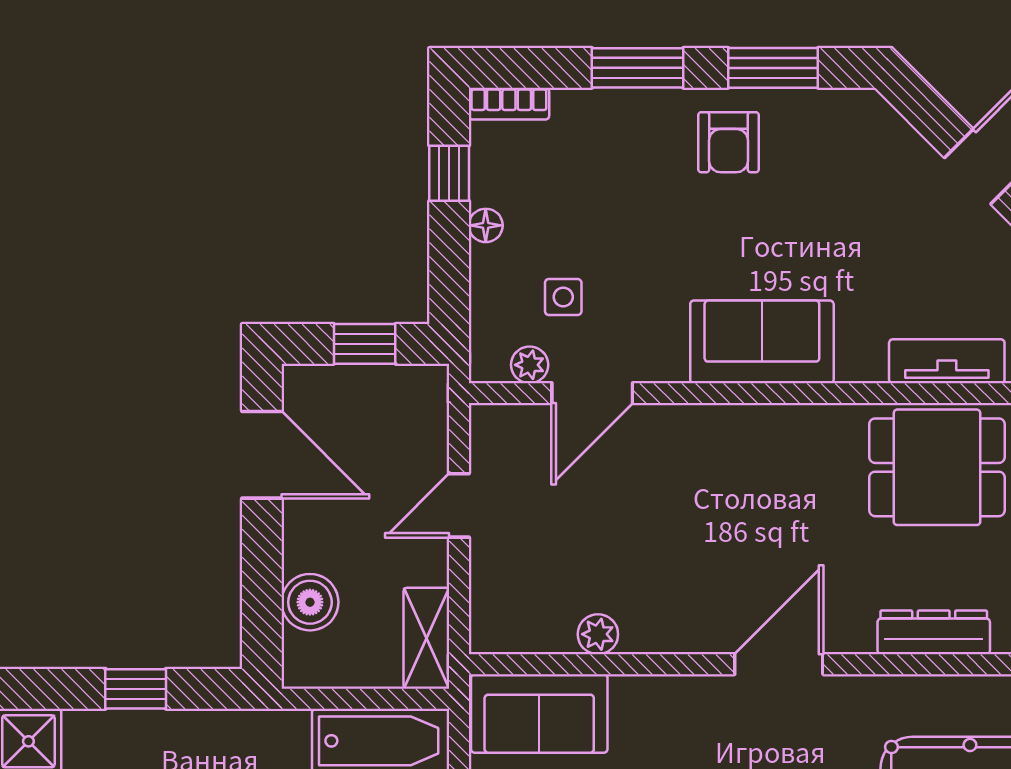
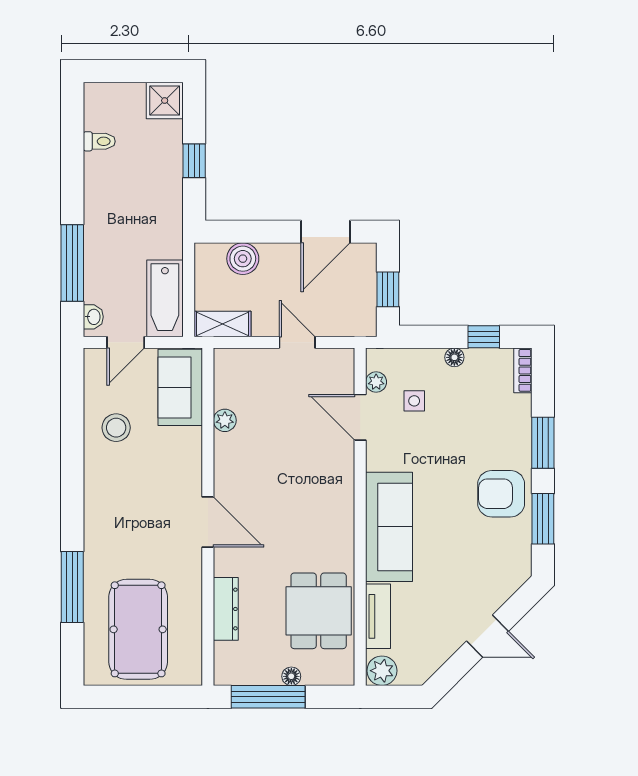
armchair: (728, 142) -> (501, 494), width x1.38, depth x1.38
sofa: (762, 342) -> (389, 527), width x1.36

